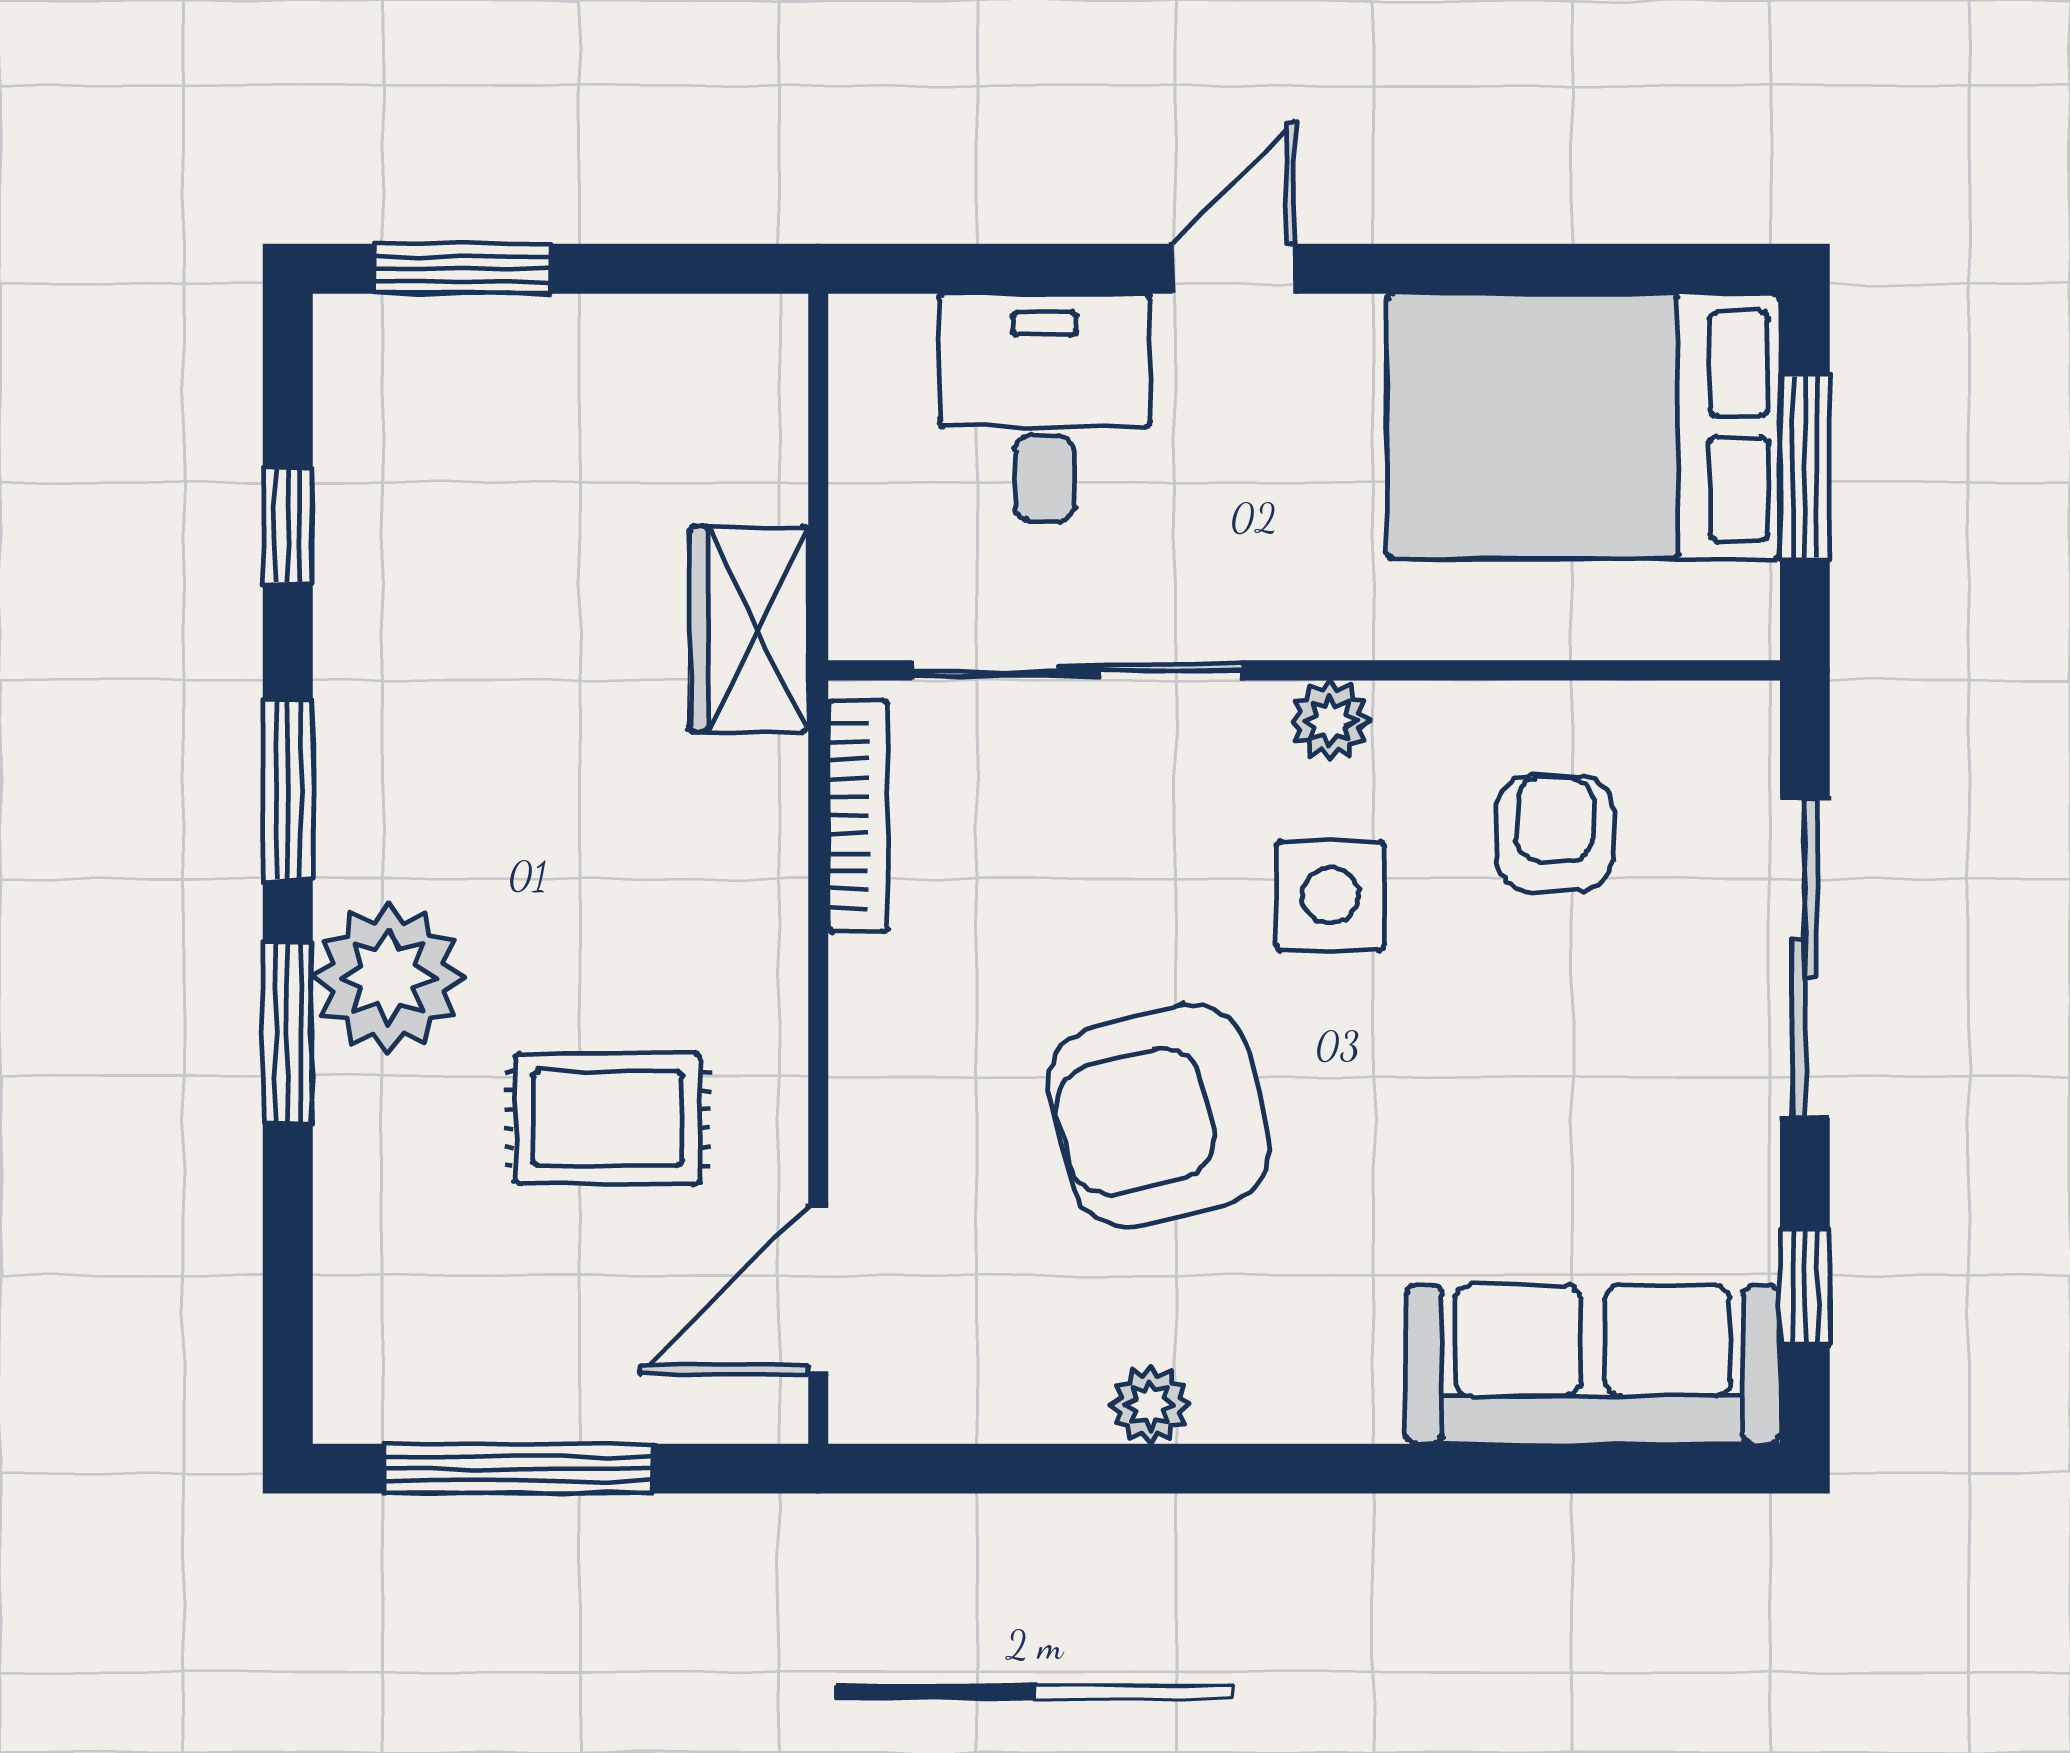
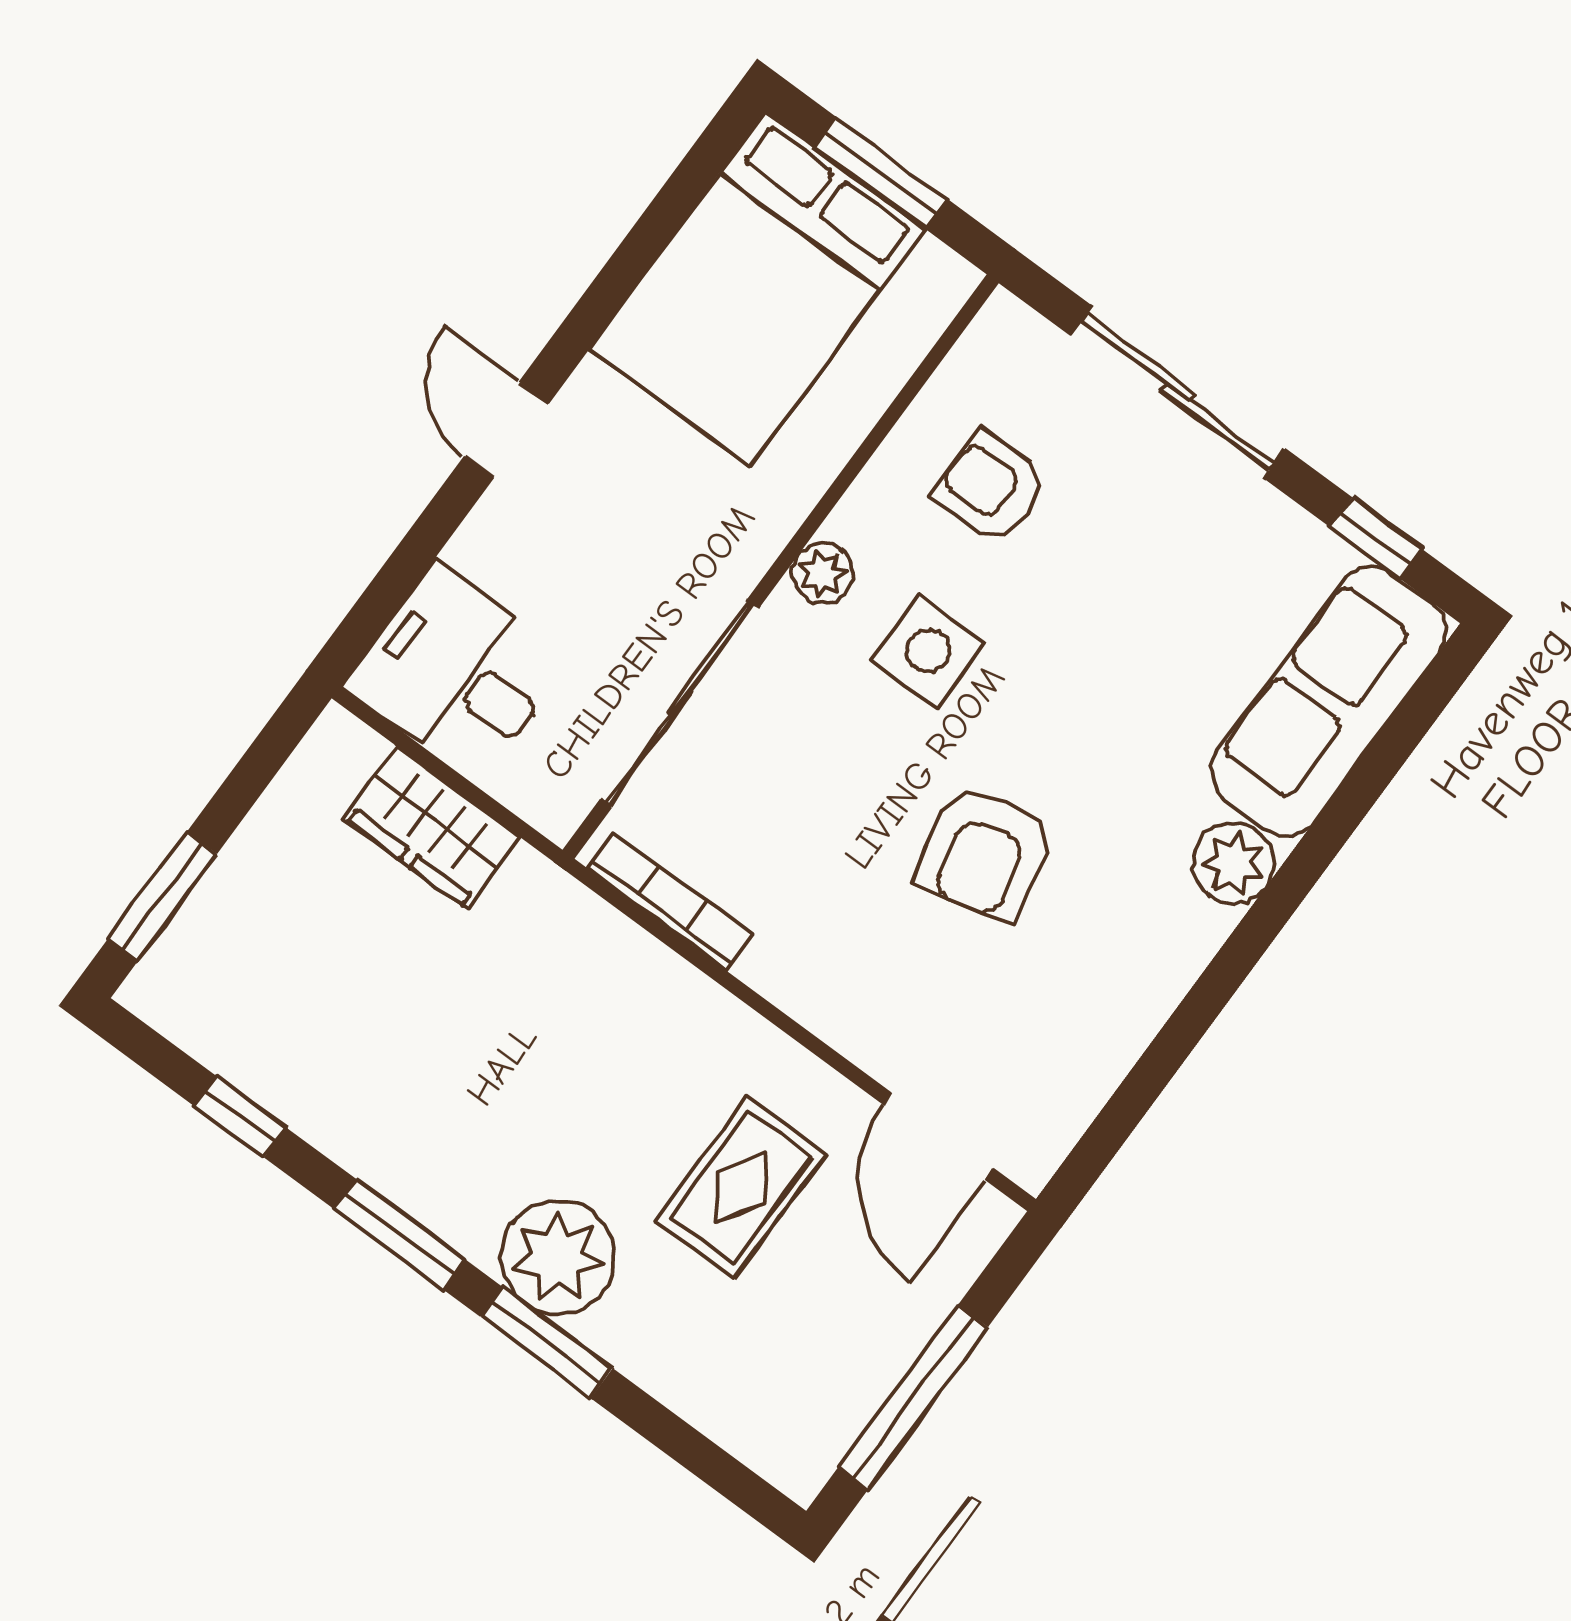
desk: (1044, 408) -> (457, 673), moved
wardrobe: (749, 629) -> (432, 827), moved
armchair: (1159, 1116) -> (985, 853), width x0.73, depth x0.73
plant: (1150, 1405) -> (1233, 863), moved, width x1.38, depth x1.38

